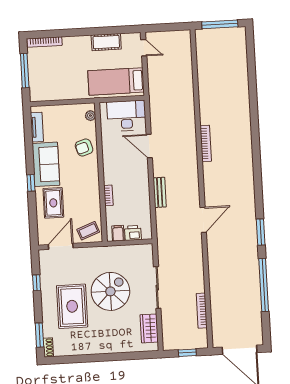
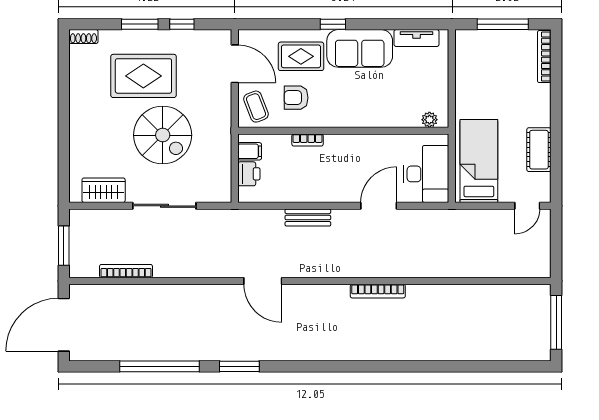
armchair: (84, 147) -> (296, 98), moved, turned -73
window: (39, 335) -> (140, 24), moved
window: (187, 353) -> (64, 246), width x1.50

